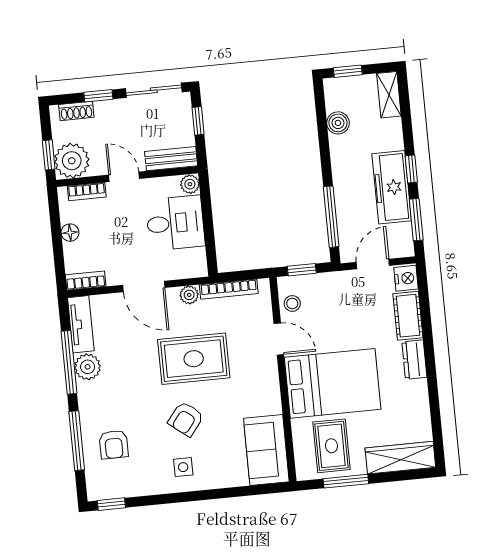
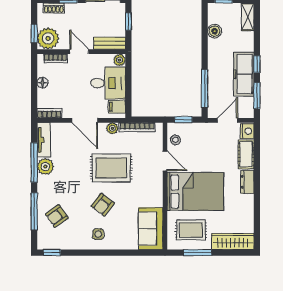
filing cabinet: (193, 260) -> (117, 107), added
armchair: (114, 445) -> (57, 216), turned 55
rug: (331, 446) -> (191, 230), turned 90

